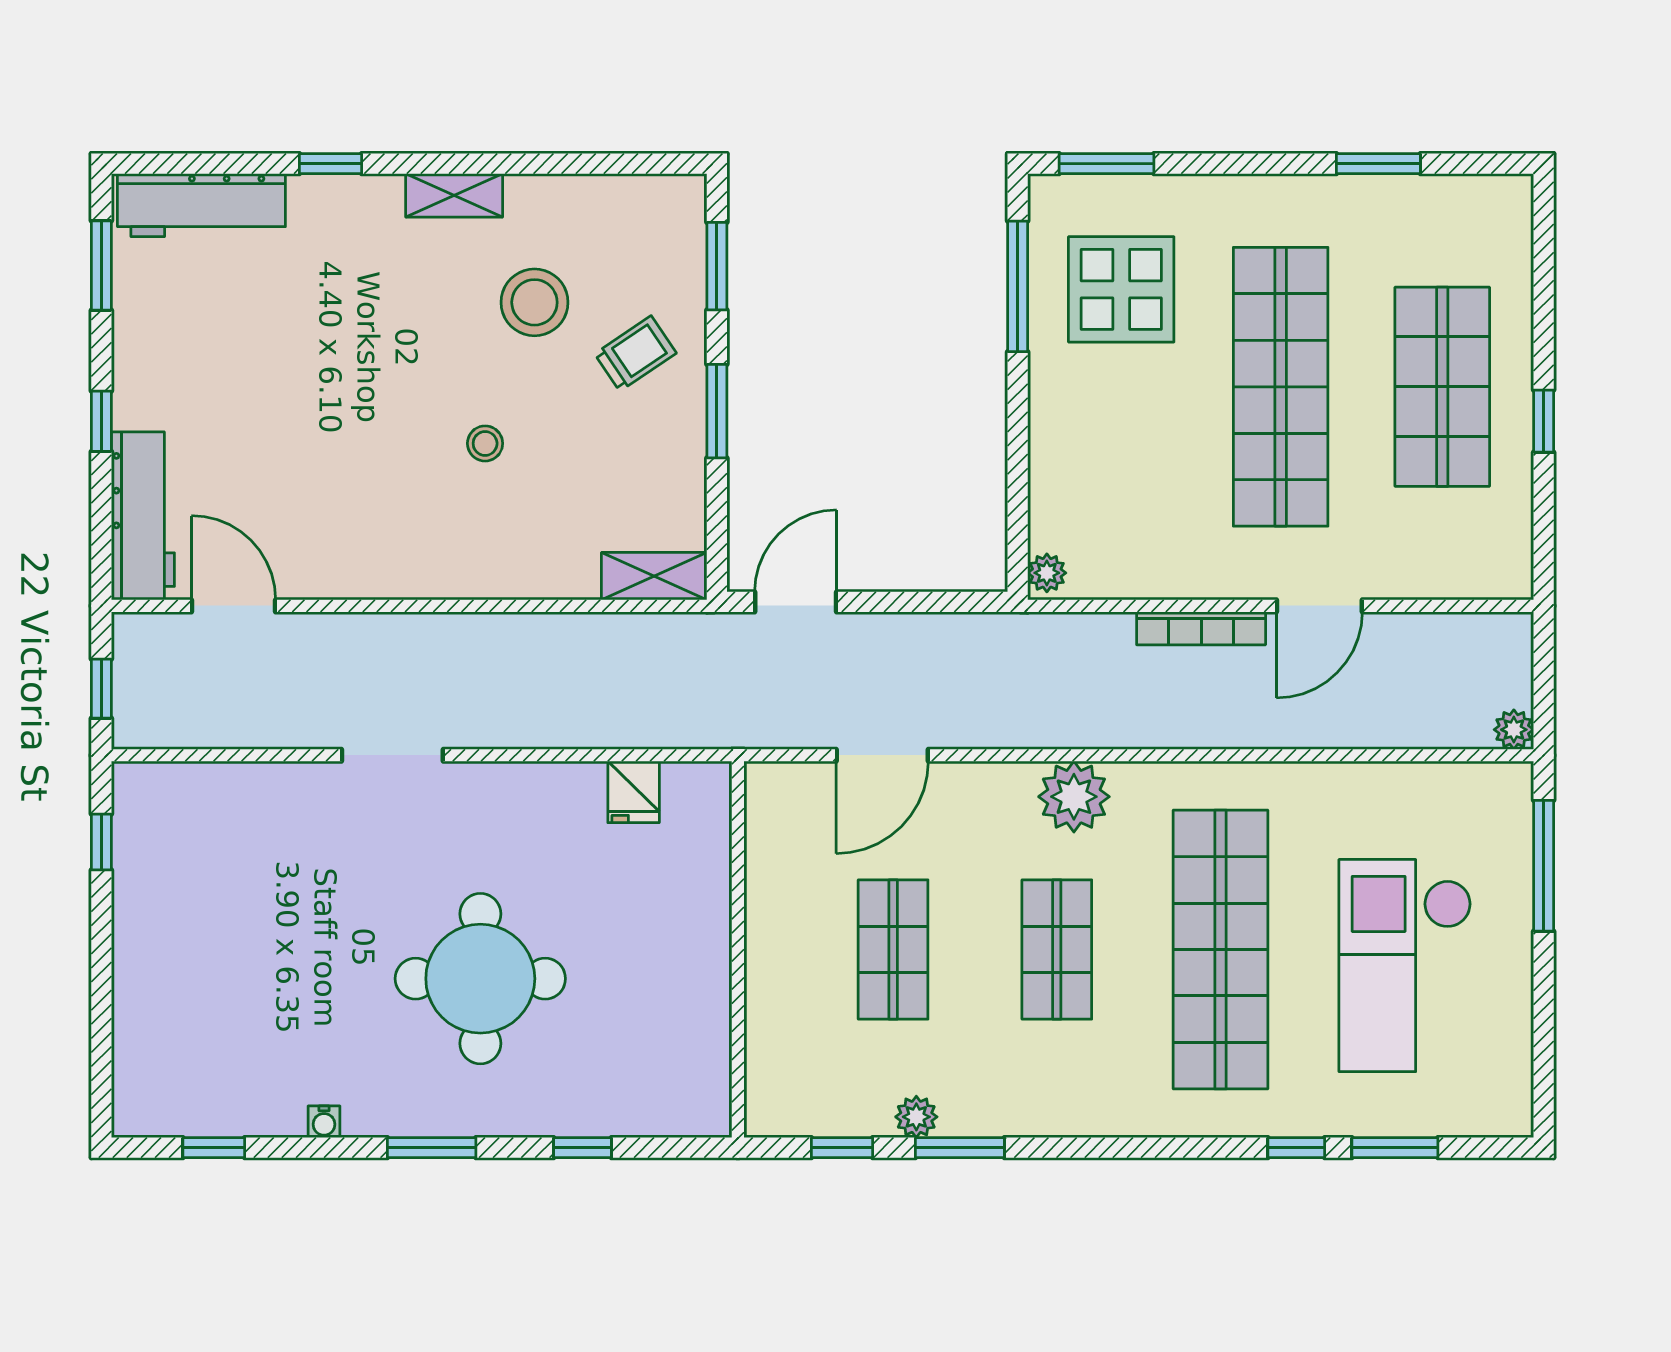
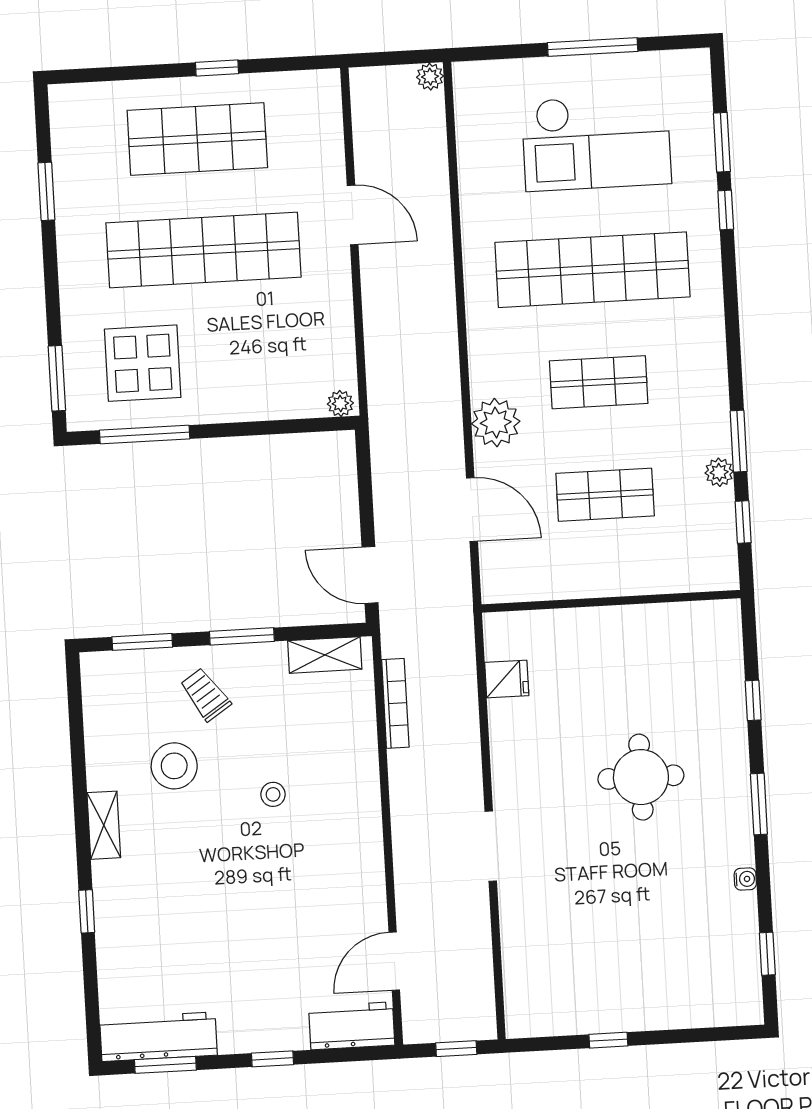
workbench: (201, 205) -> (158, 1037), moved, turned -90
workbench: (143, 516) -> (352, 1026), width x0.73
shelving: (654, 576) -> (325, 655), moved, turned 90
bookcase: (1201, 628) -> (395, 703), moved
plant: (1074, 797) -> (496, 423), moved
window: (101, 842) -> (608, 1040), moved
window: (1544, 866) -> (593, 47), moved
round table: (480, 979) -> (641, 777), width x0.73, depth x0.73

